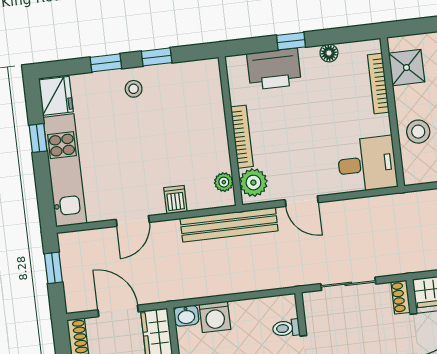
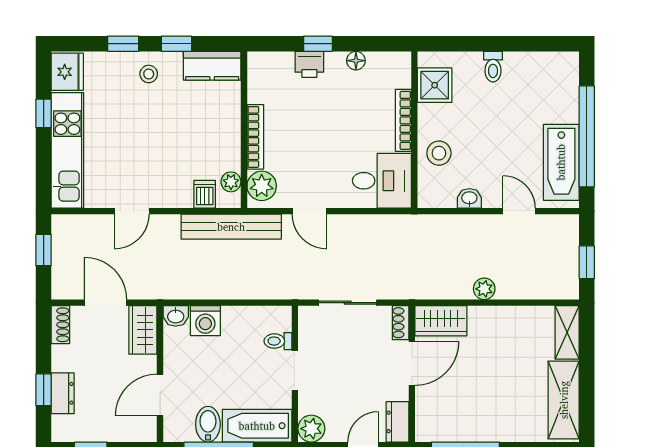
printer: (274, 69) -> (309, 64), width x0.53, depth x0.68
kitchen counter: (193, 74) -> (212, 66), added
bookcase: (378, 83) -> (403, 120), moved
dishwasher: (175, 200) -> (205, 194), moved

